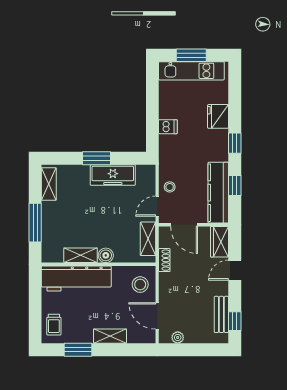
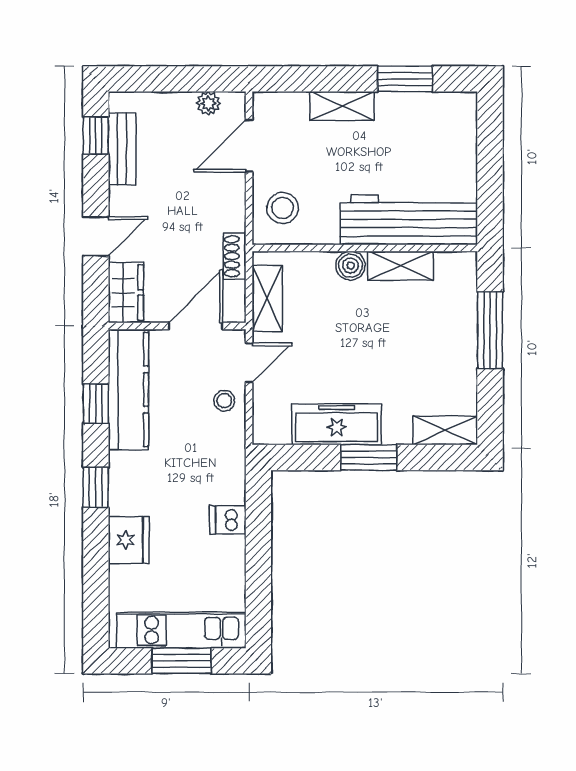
shelving: (49, 184) -> (445, 430), moved, turned 90
door: (184, 225) -> (196, 326), hinge flipped
door: (157, 316) -> (249, 146), swing flipped
trolley: (54, 325) -> (453, 129), removed

